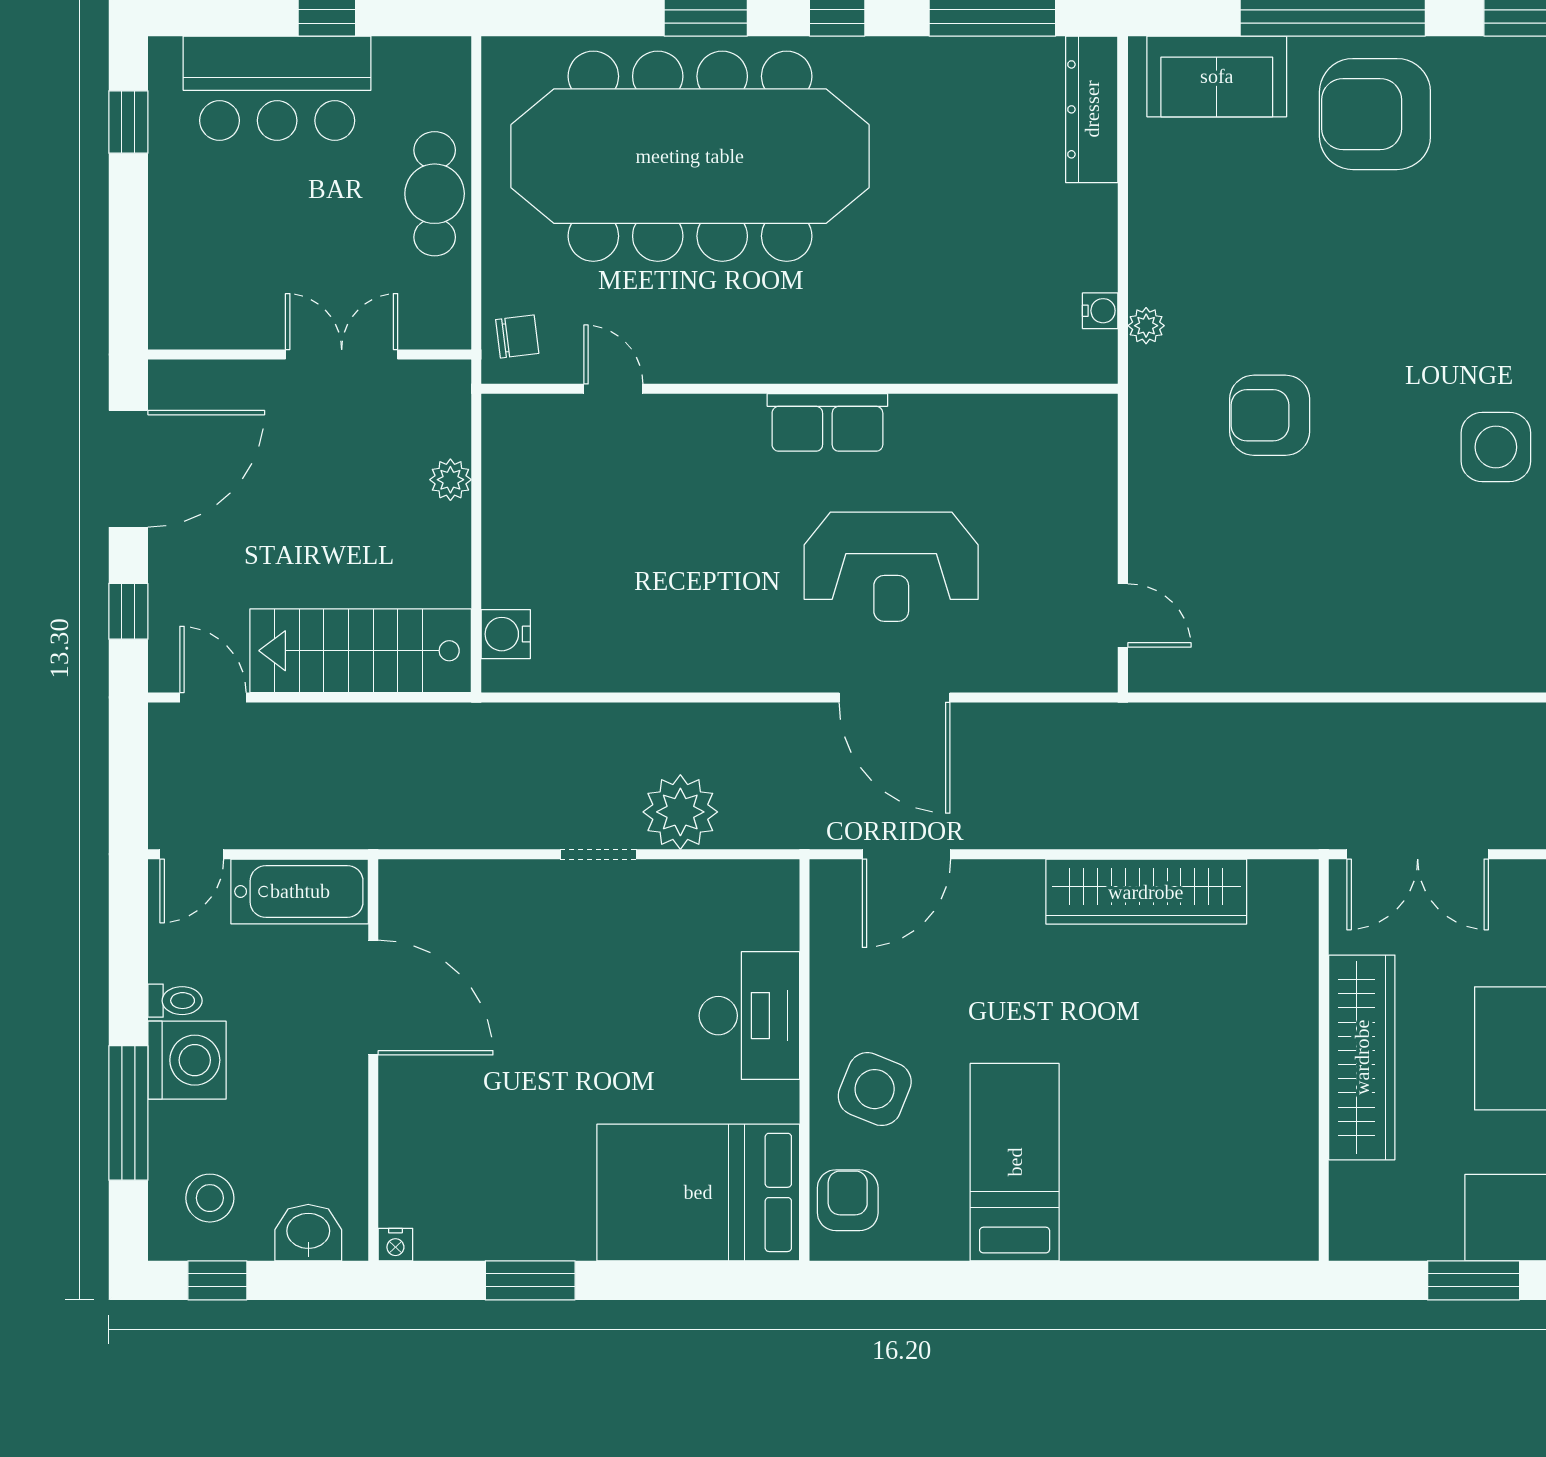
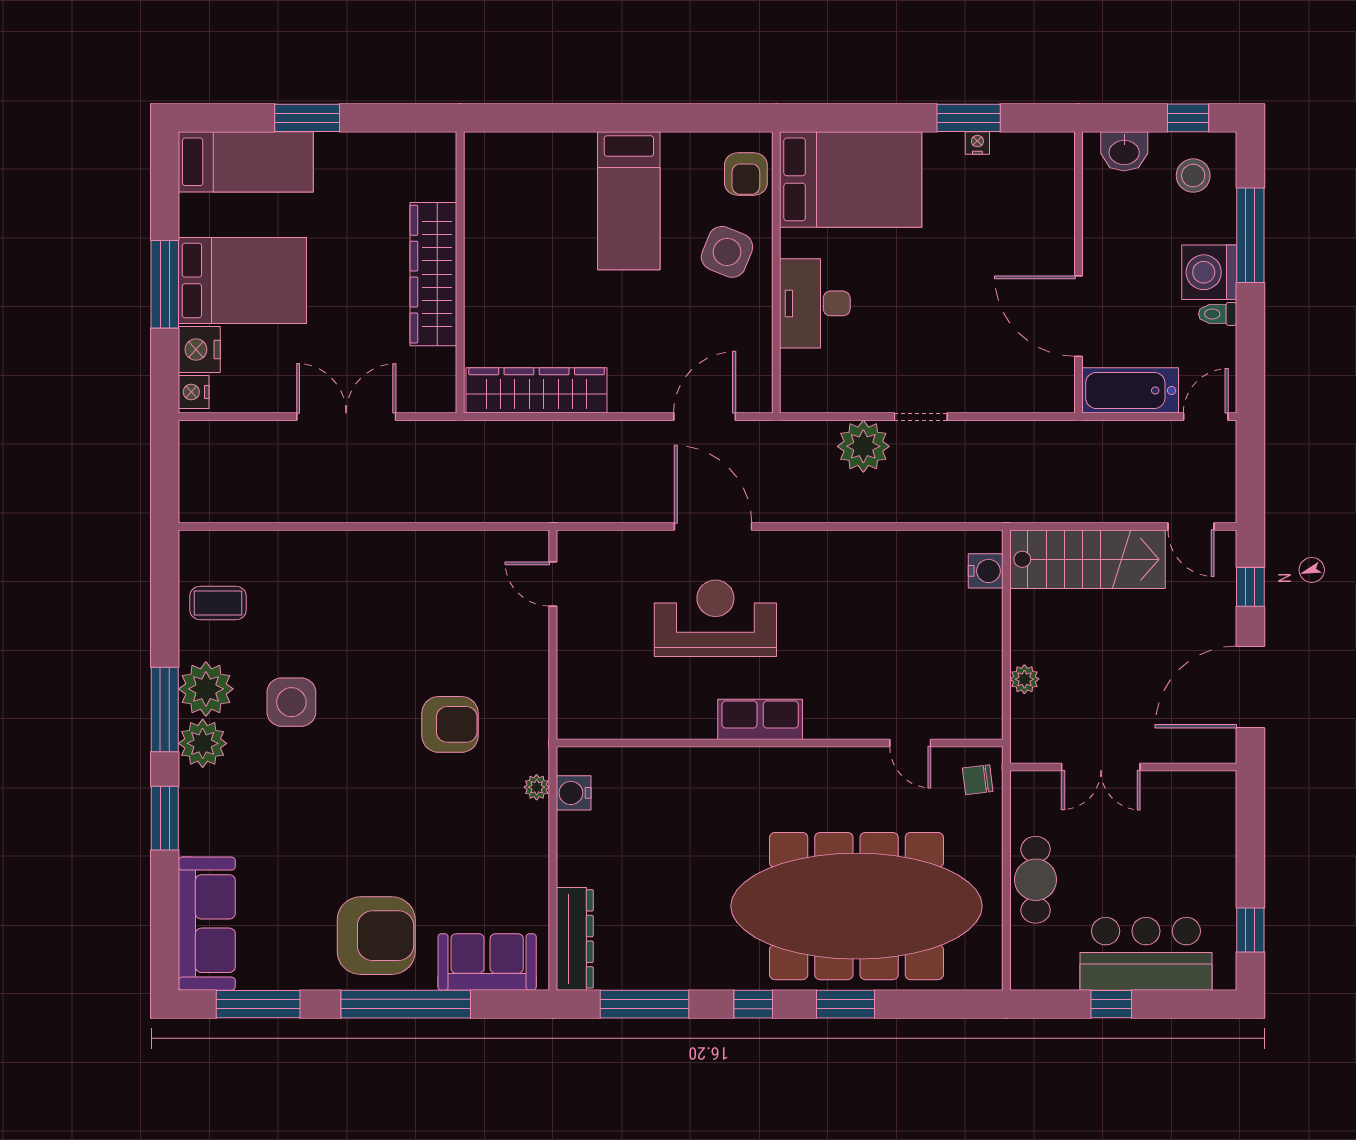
water cooler: (1100, 311) -> (574, 793), width x1.38, depth x1.38
wardrobe: (1362, 1057) -> (433, 274), moved
wall: (1324, 1060) -> (460, 272), moved
nightstand: (395, 1245) -> (977, 143), moved

